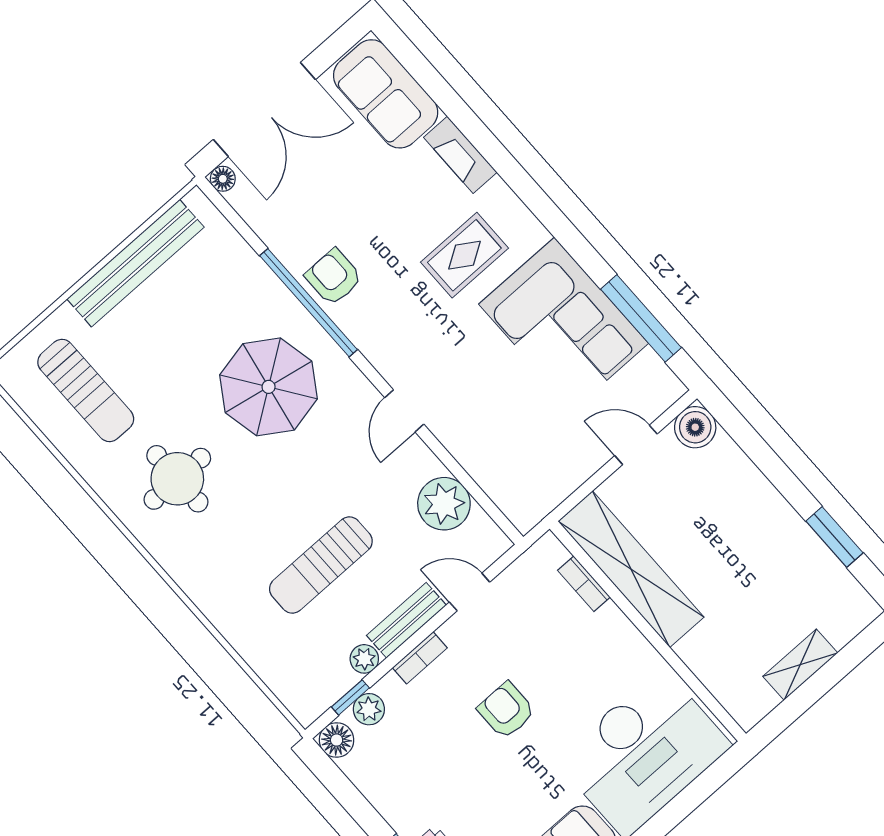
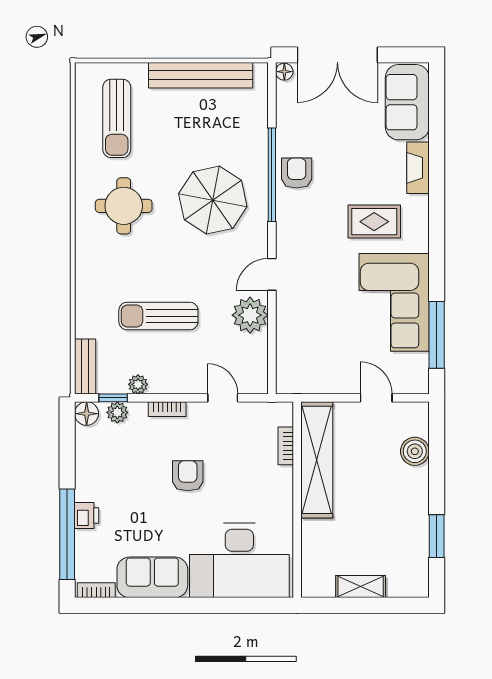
boiler: (695, 427) -> (415, 451), moved
plant: (444, 504) -> (250, 315), moved
bench: (406, 620) -> (85, 367), moved, turned 90

